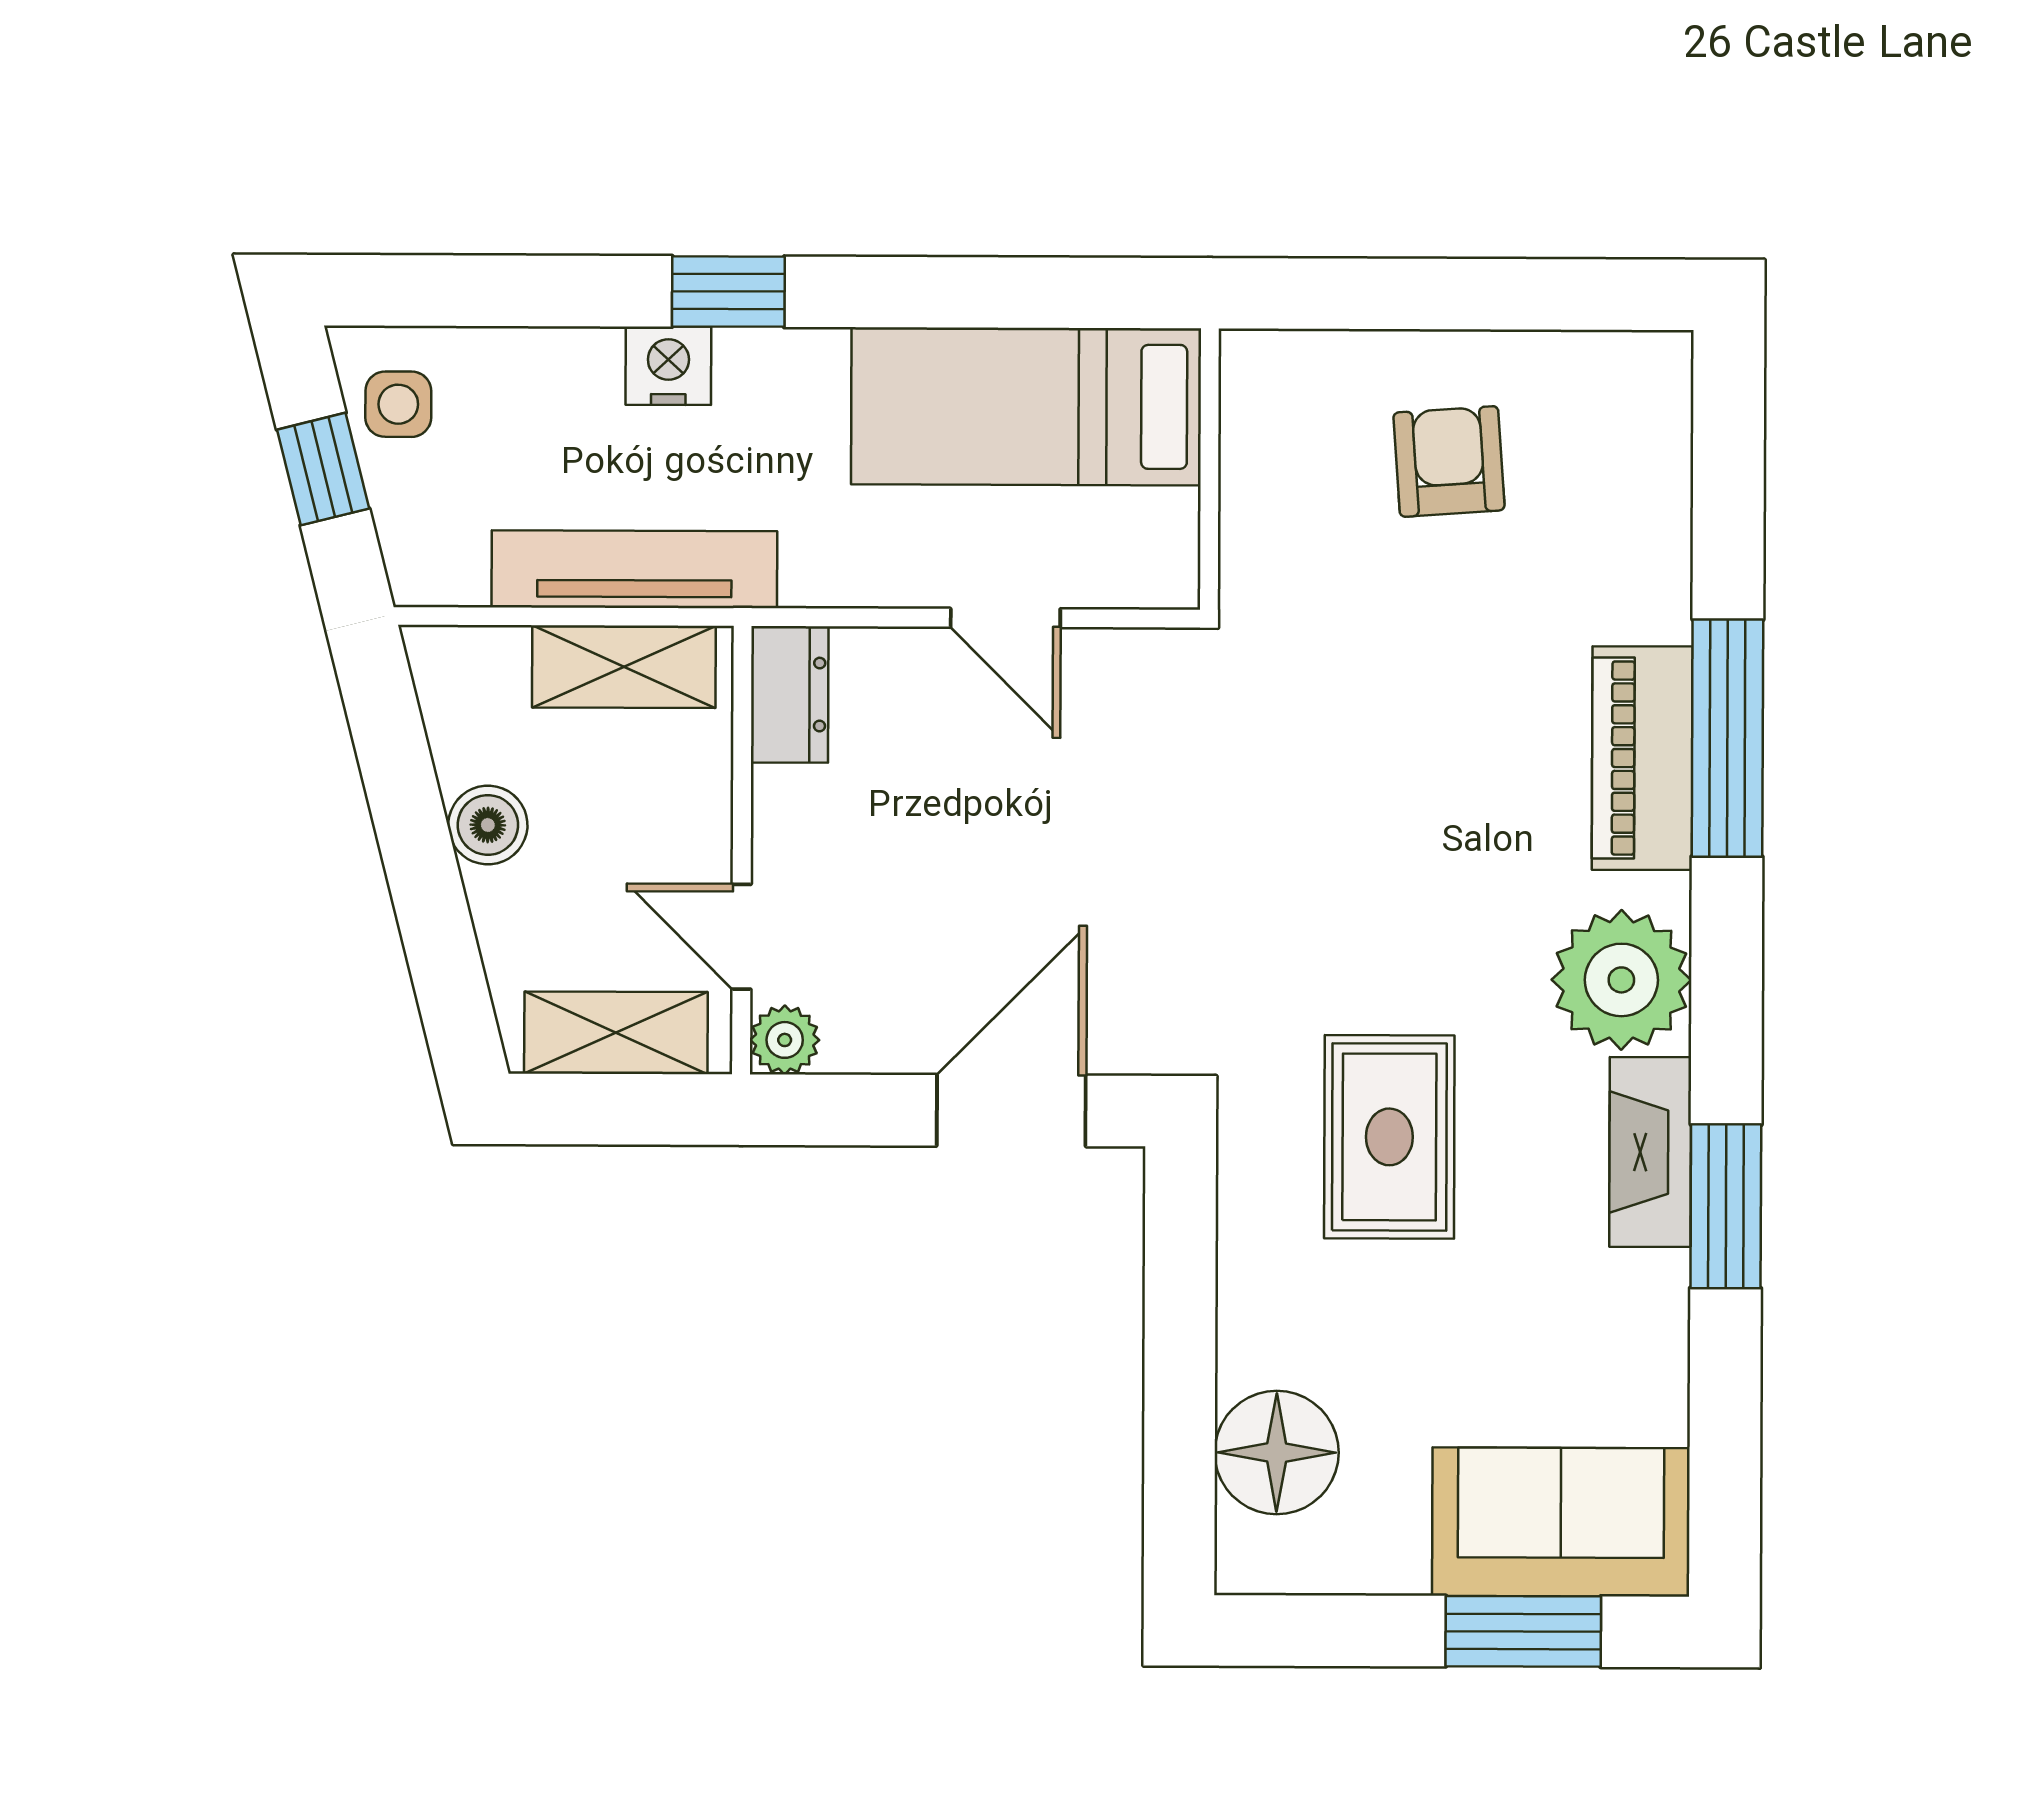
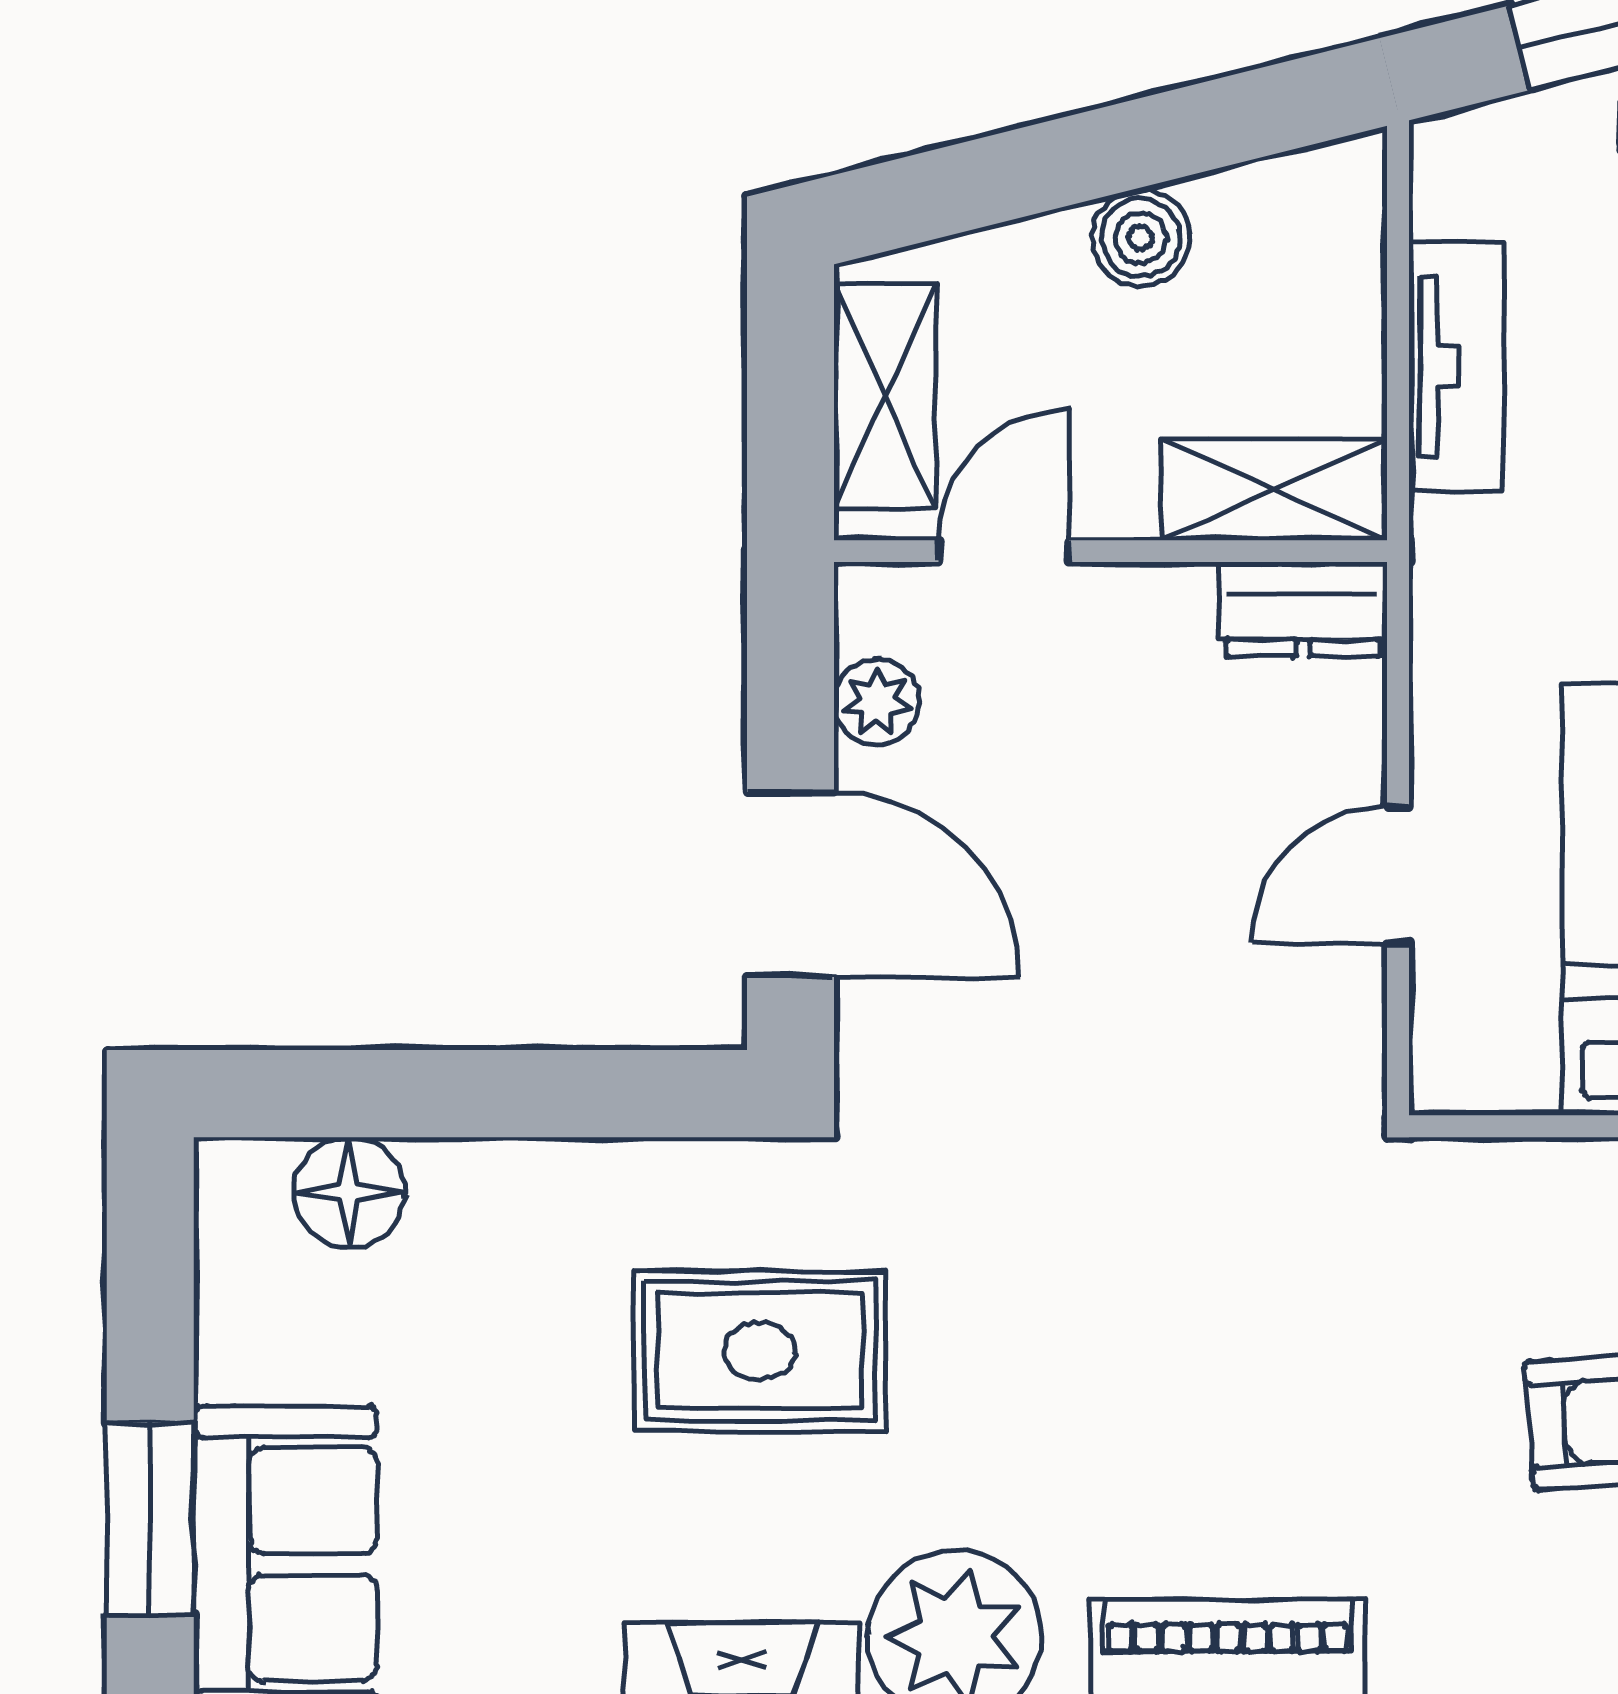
tv unit: (634, 569) -> (1457, 366), width x0.71
shelving: (624, 667) -> (1274, 489), moved, turned 90
plant: (785, 1040) -> (877, 702), moved
floor lamp: (1277, 1453) -> (349, 1193), width x0.73, depth x0.73

